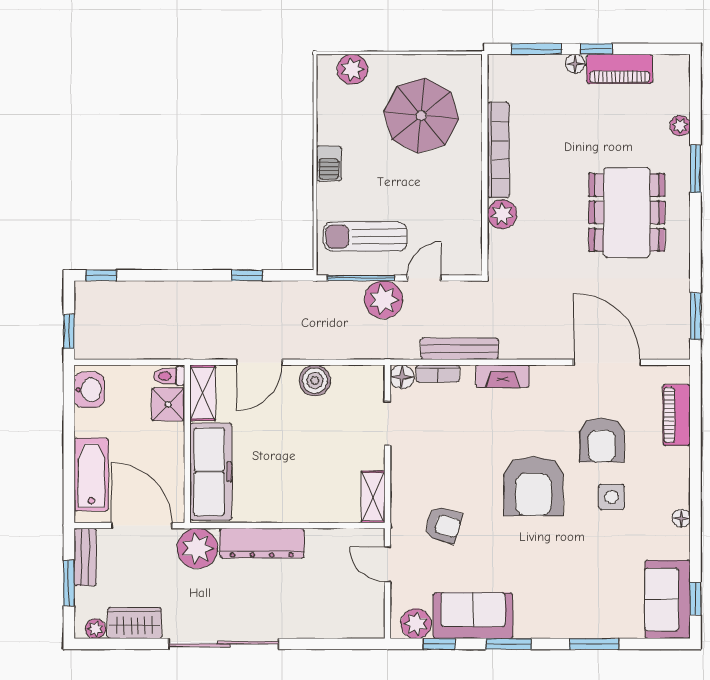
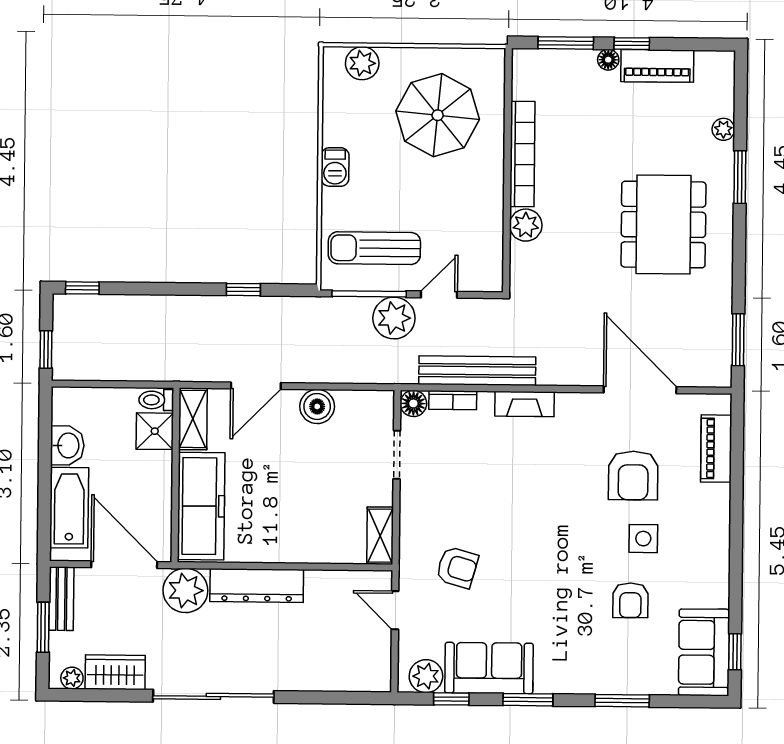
bench: (460, 349) -> (477, 371), width x1.37, depth x1.21
washbasin: (89, 390) -> (67, 445), moved
armchair: (533, 486) -> (630, 600), moved, width x0.53, depth x0.53
floor lamp: (681, 518) -> (720, 563), removed

